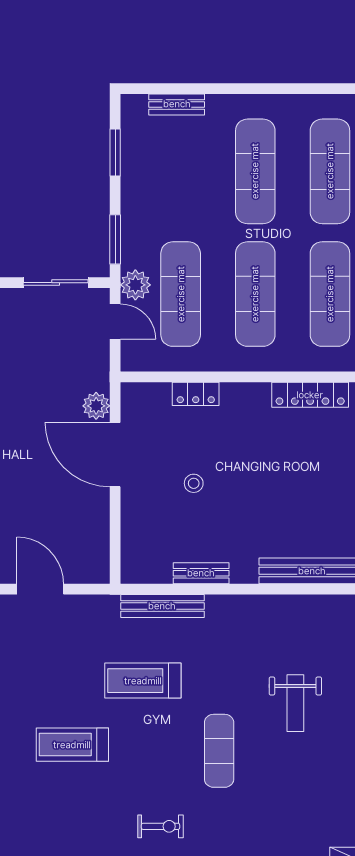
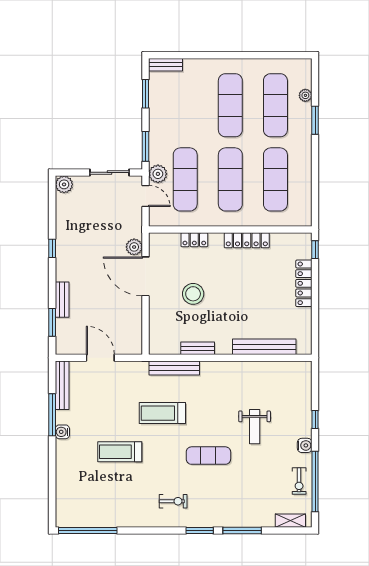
bench: (177, 104) -> (166, 65), moved
locker: (310, 395) -> (247, 240), moved
stool: (194, 483) -> (193, 294), width x1.89, depth x1.89
exercise mat: (219, 751) -> (208, 456), turned 90

